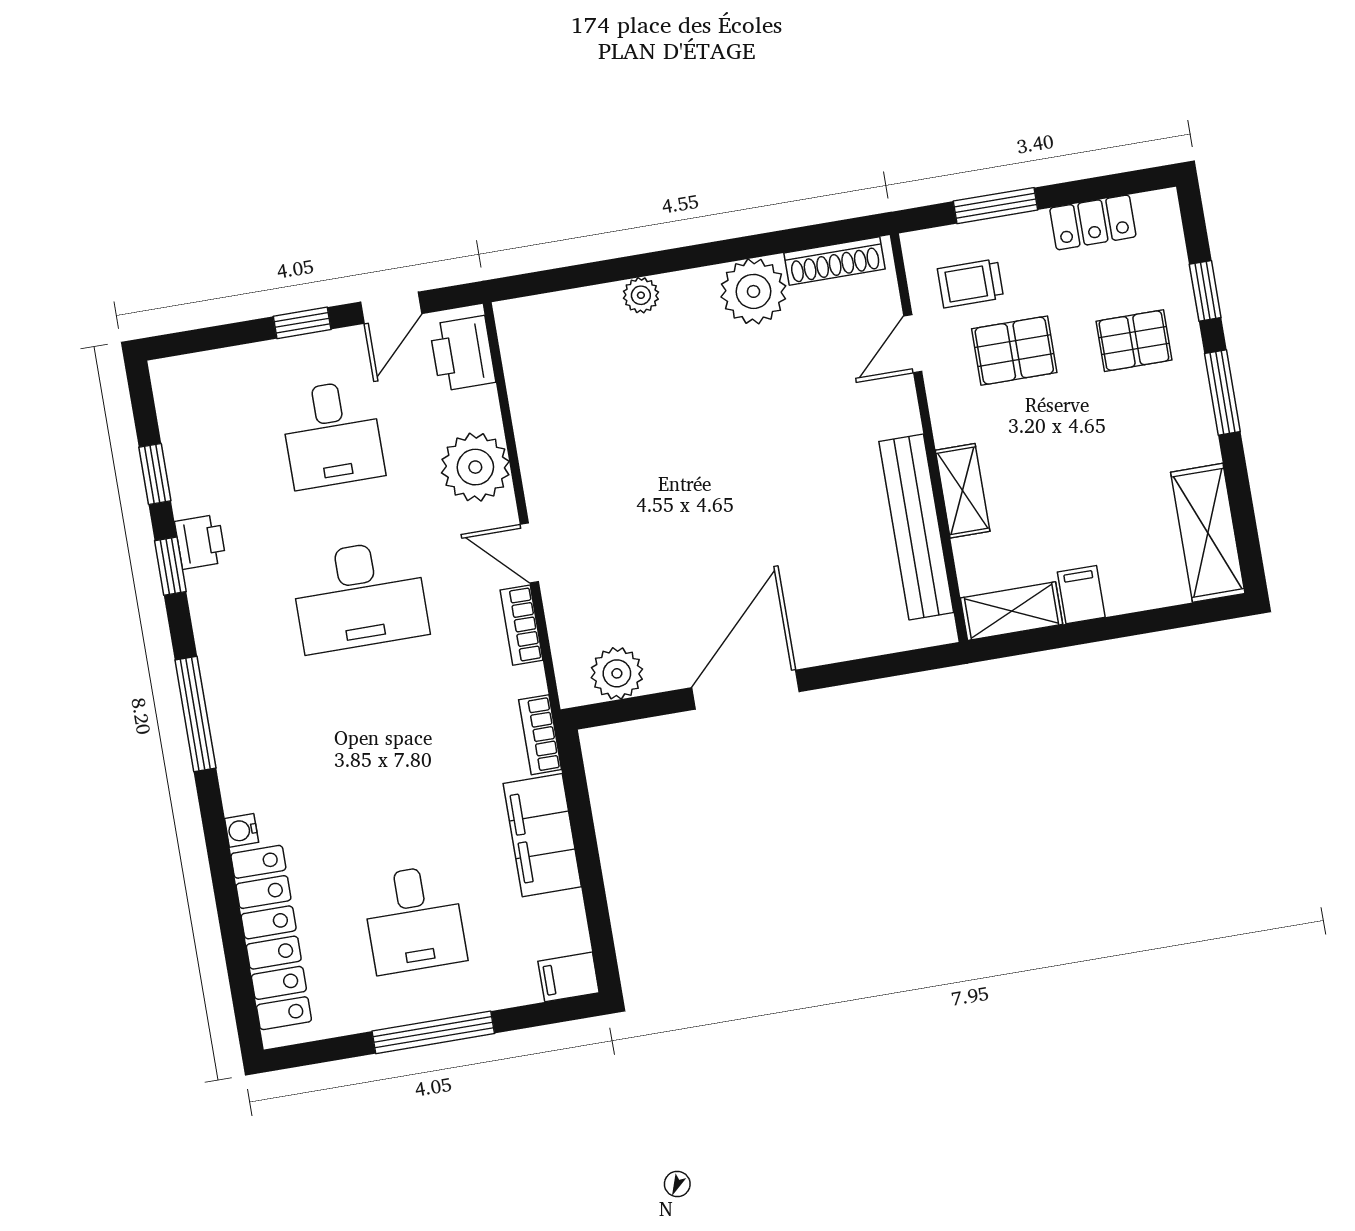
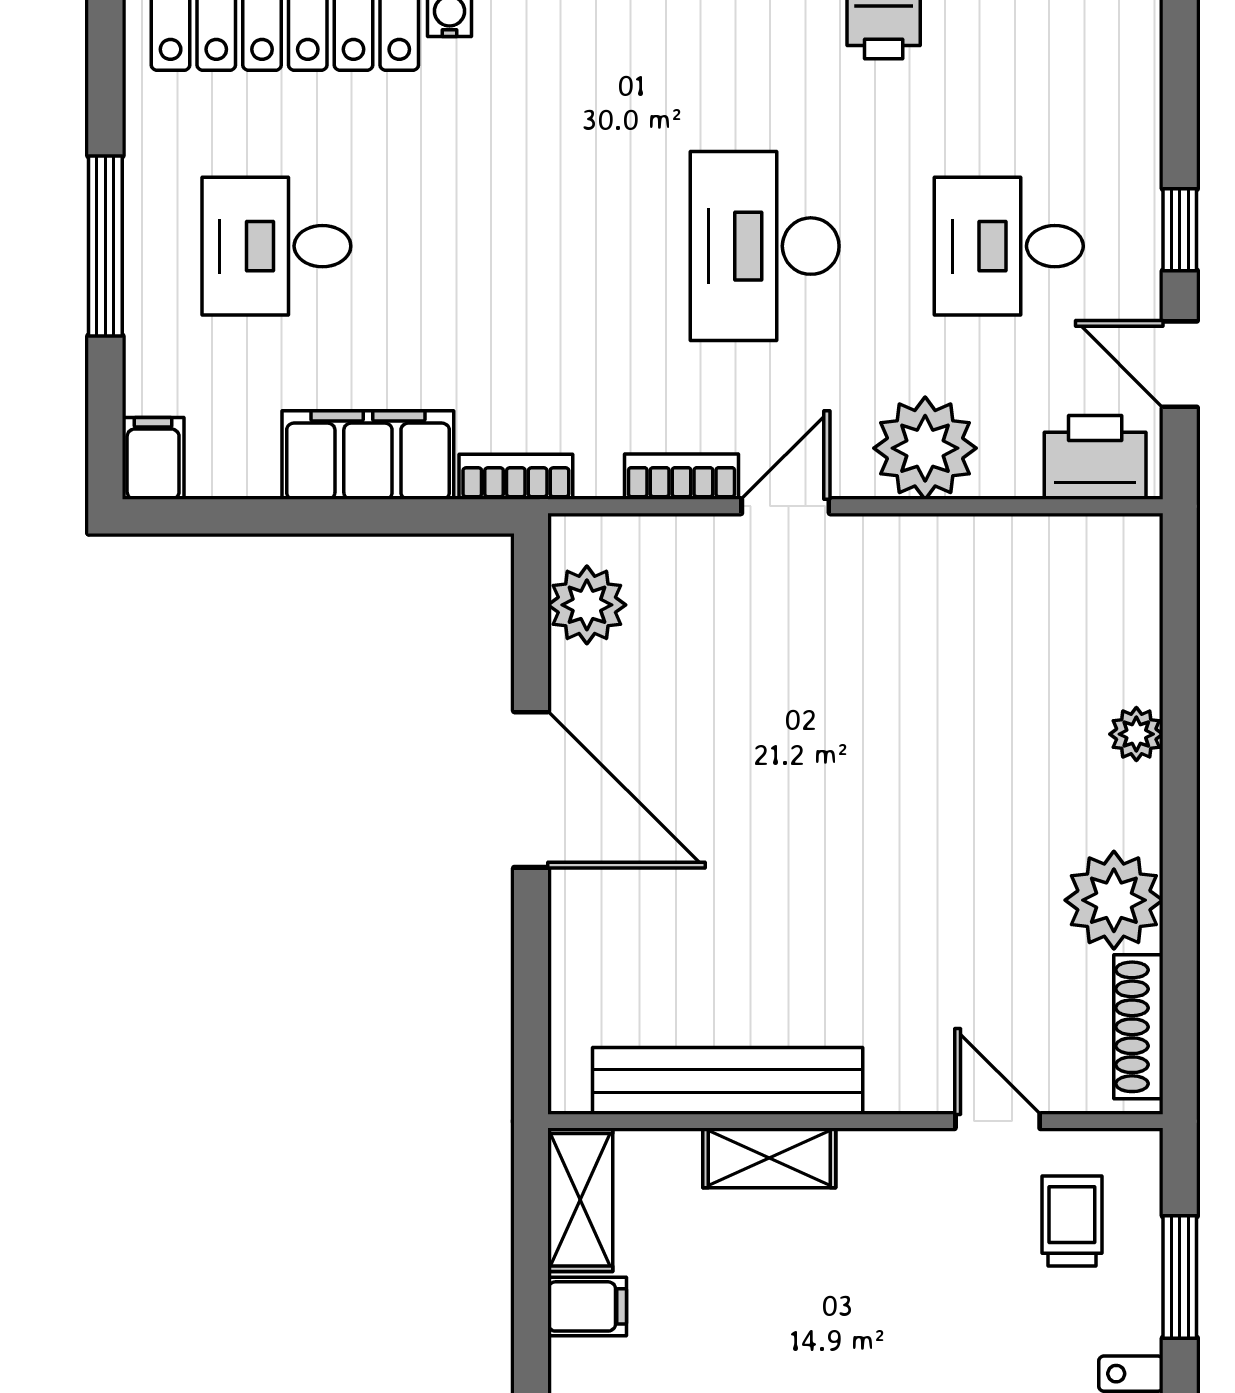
pallet: (1014, 351) -> (962, 1269), removed

